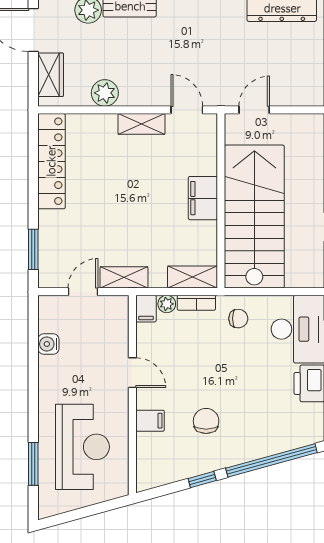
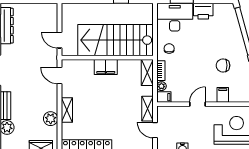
door: (187, 110) -> (59, 76), hinge flipped
shelving: (142, 124) -> (67, 110), moved

